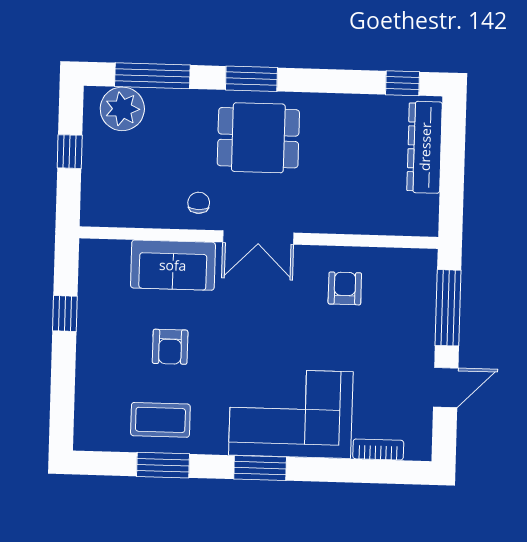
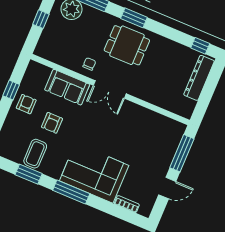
armchair: (345, 288) -> (26, 104), moved
coffee table: (160, 420) -> (35, 154), turned 90
window: (260, 468) -> (71, 192), width x1.44

